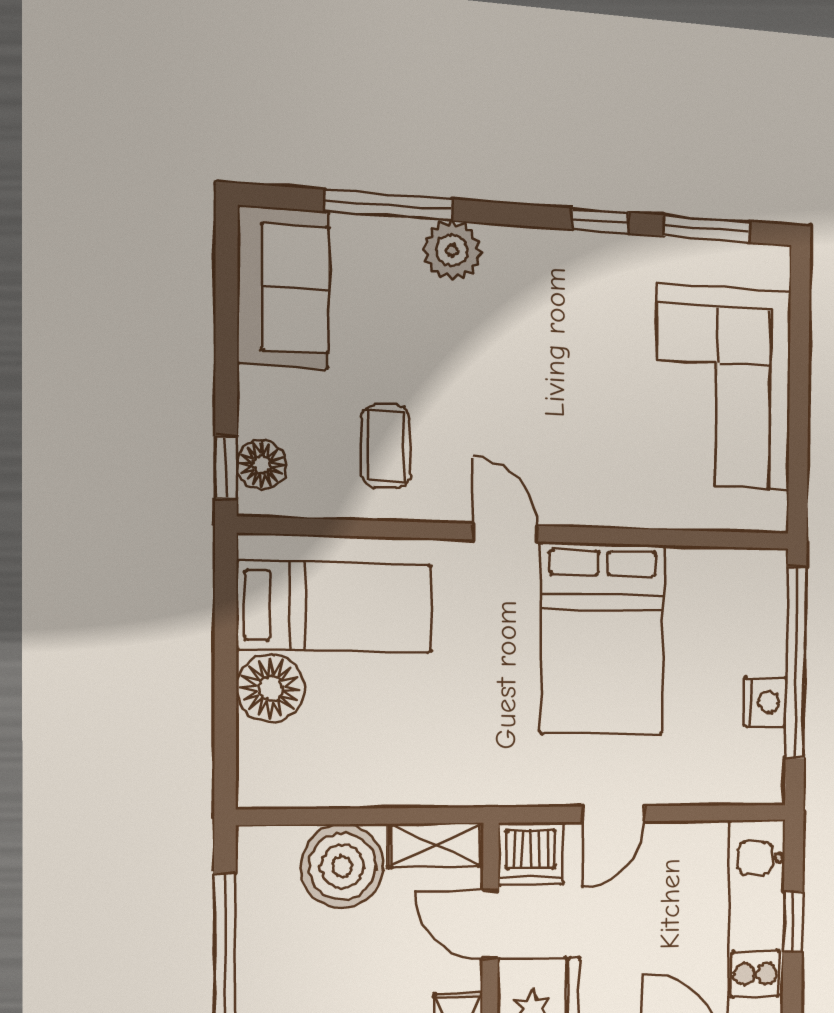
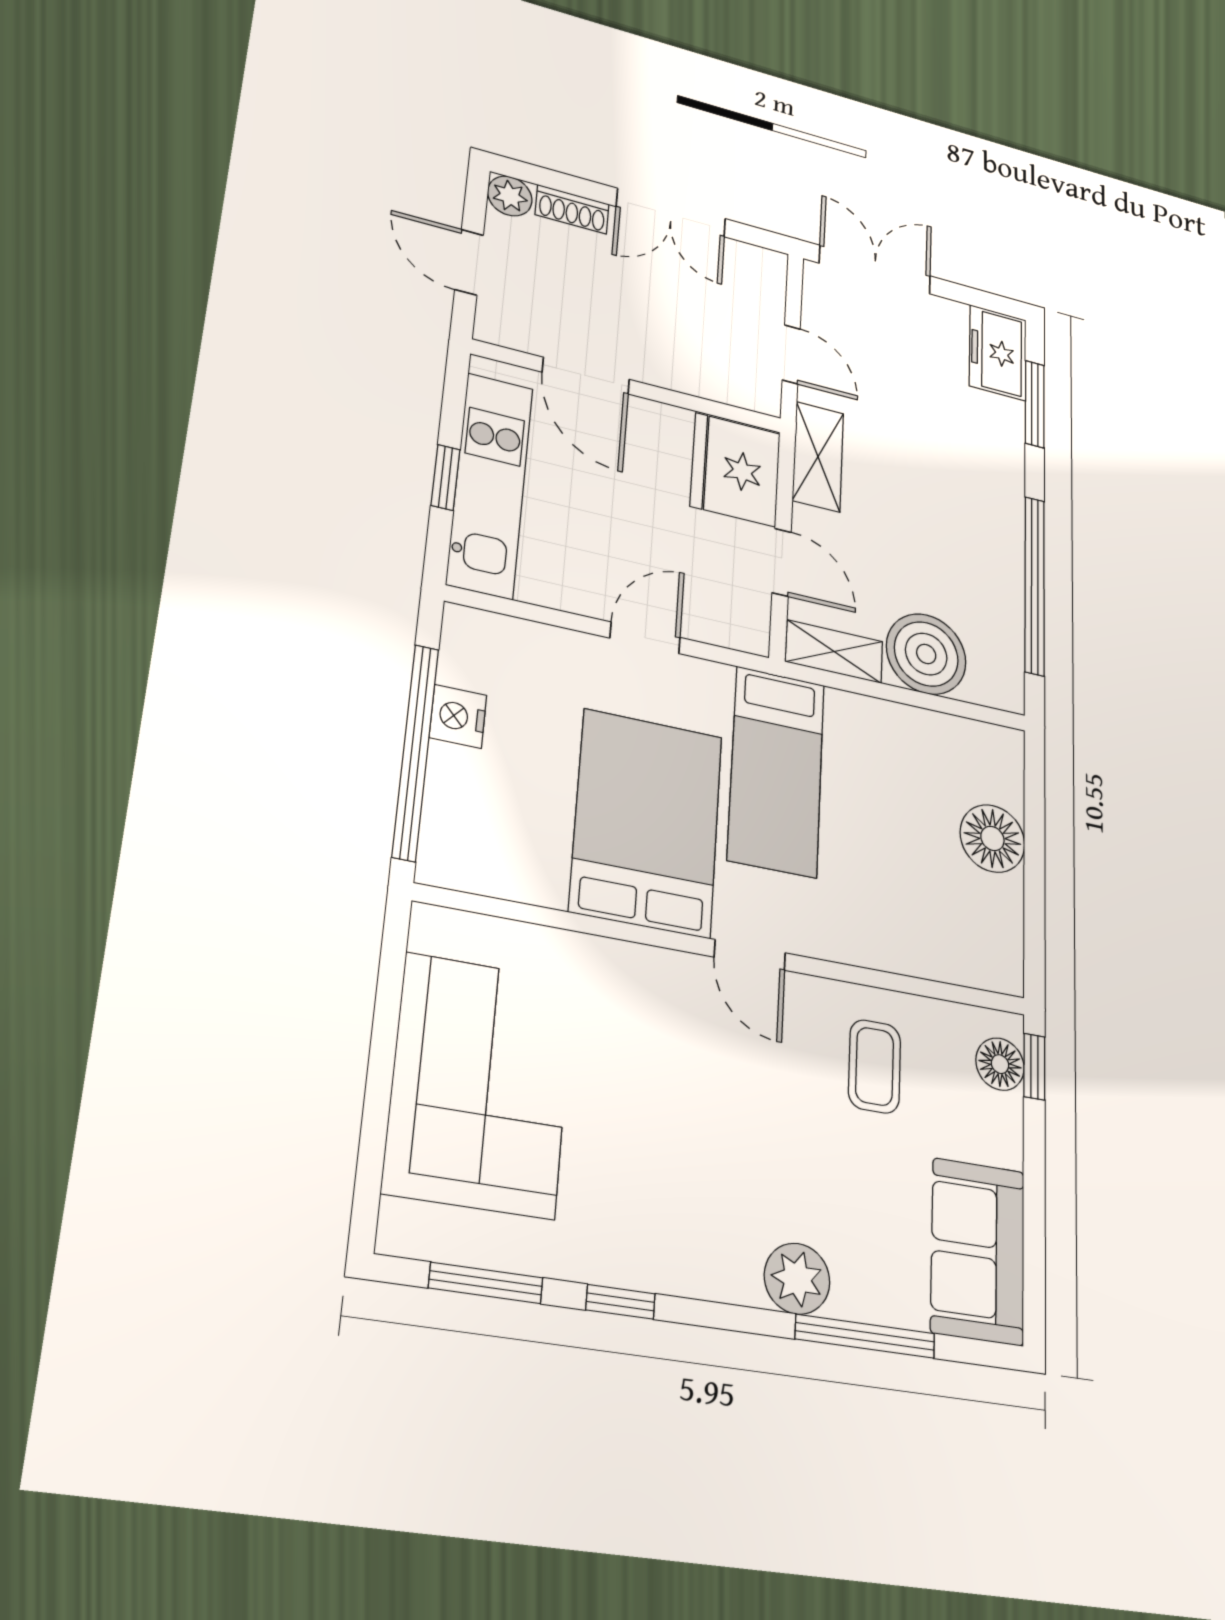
bed: (335, 607) -> (776, 771), moved, turned -90
dishwasher: (531, 854) -> (737, 620), removed

